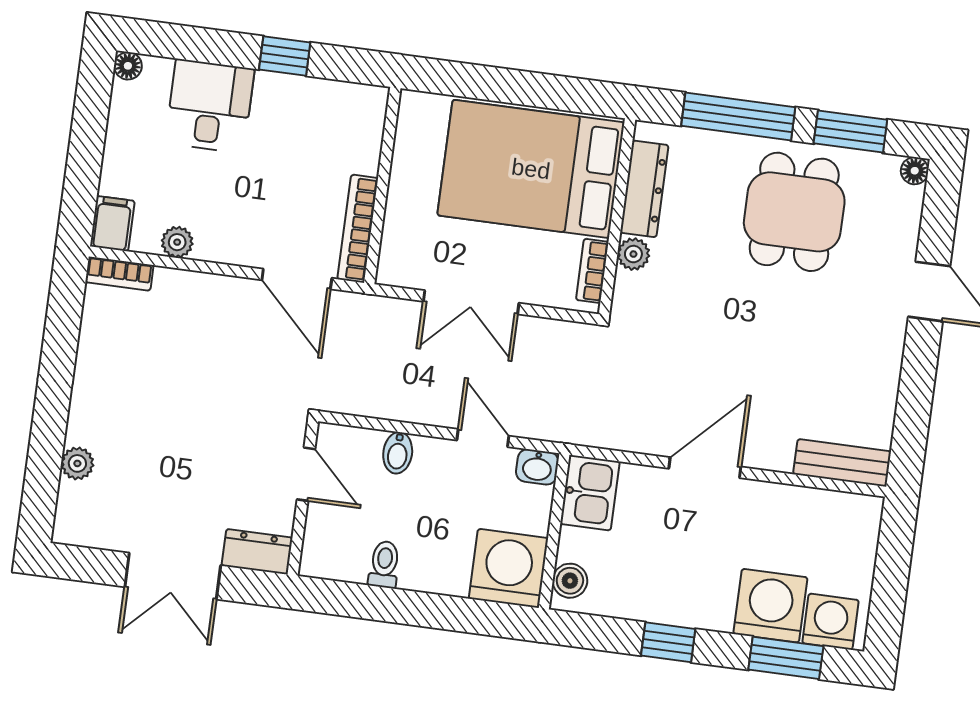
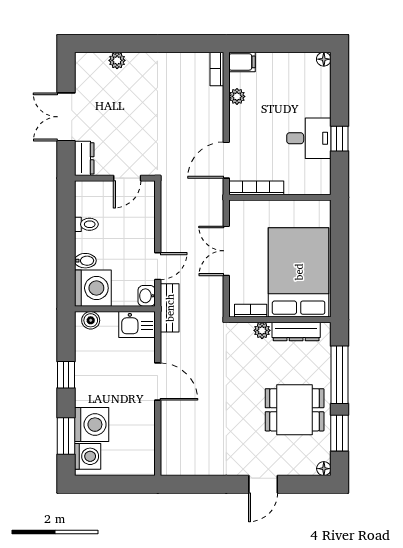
desk: (210, 106) -> (309, 138), moved
bidet: (398, 453) -> (85, 261), moved, turned 180
bench: (842, 463) -> (170, 308), moved

